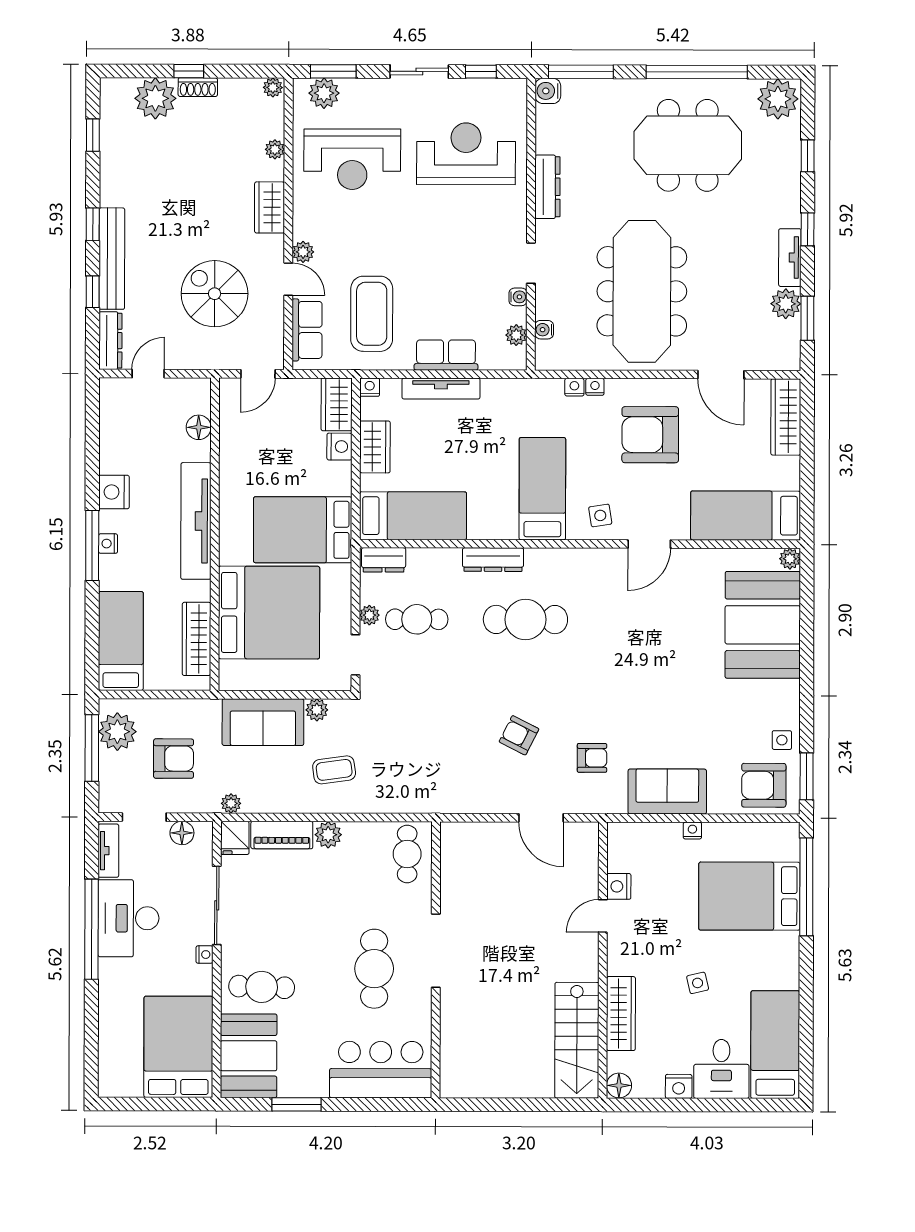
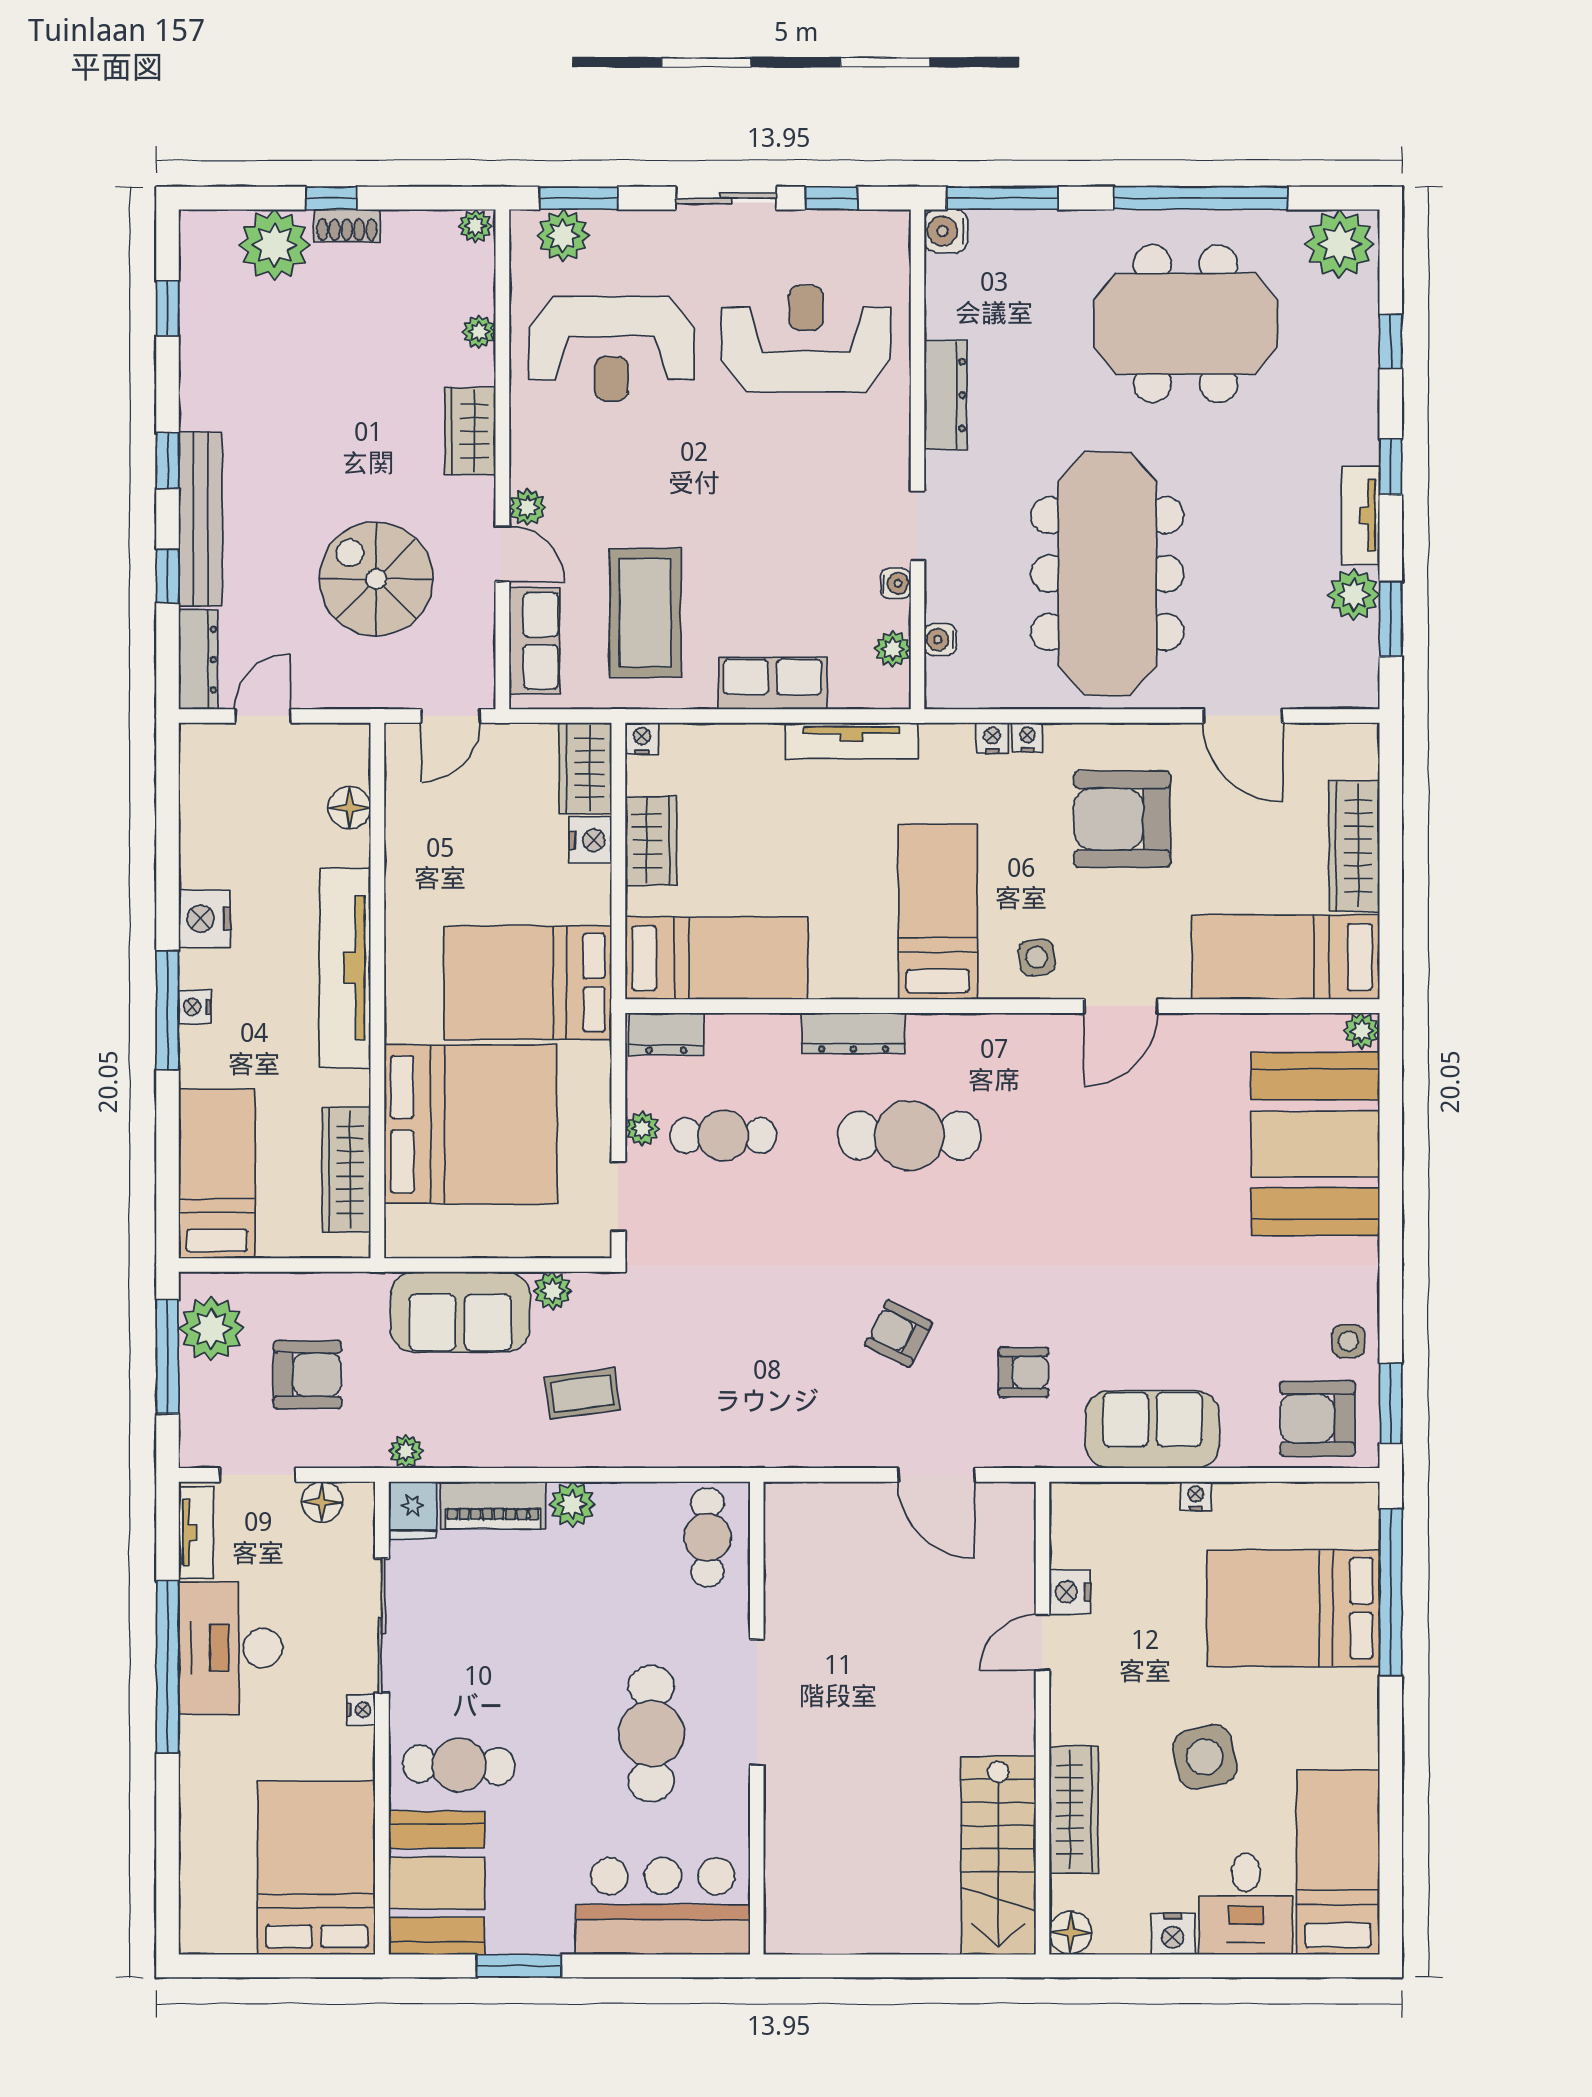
tv unit: (441, 389) -> (852, 741), moved
wardrobe: (786, 417) -> (1354, 846), moved
side table: (698, 983) -> (1205, 1757), width x1.87, depth x1.87

